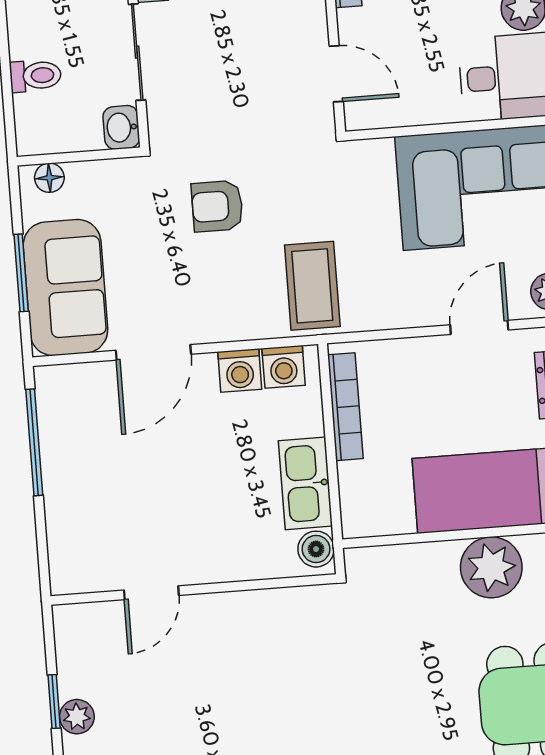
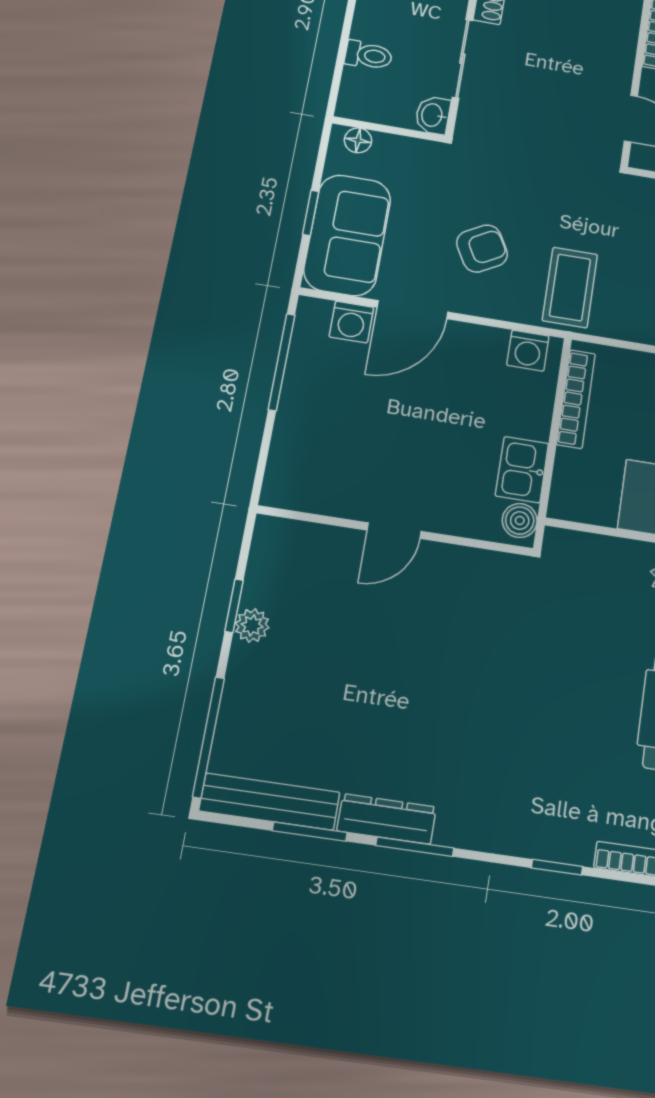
armchair: (217, 206) -> (482, 249), moved, turned 151
window: (21, 273) -> (311, 213), width x0.67
washing machine: (240, 371) -> (351, 322), moved
kitchen sink: (305, 483) -> (522, 470), width x0.73
door: (151, 593) -> (394, 531), moved

